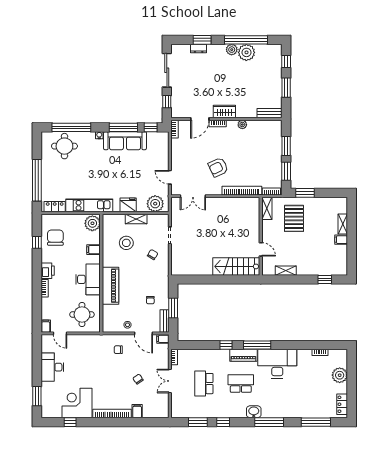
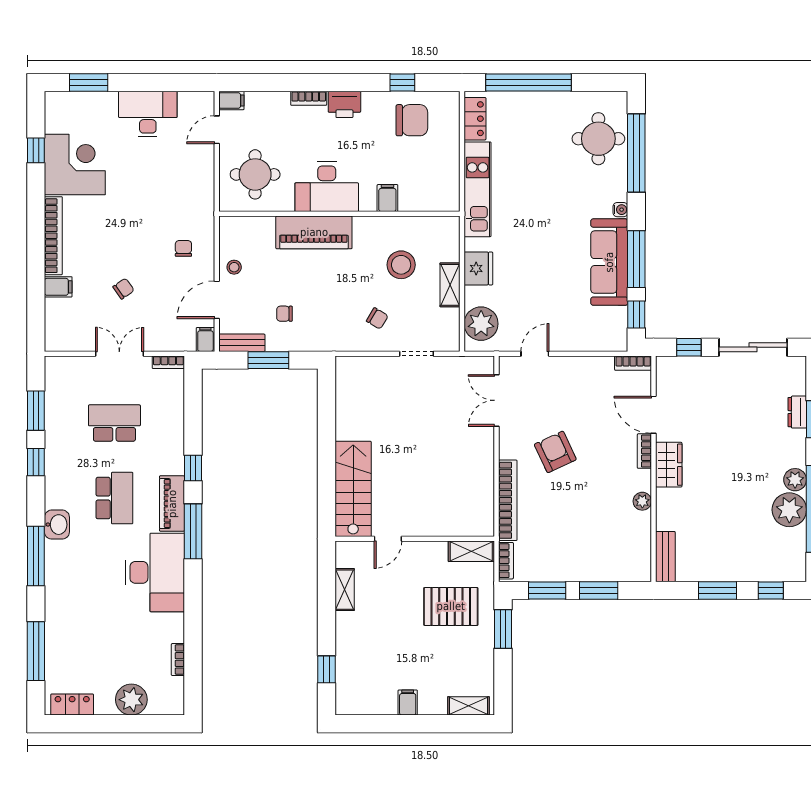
plant: (92, 223) -> (441, 196), removed
shelving: (343, 224) -> (468, 706), moved

